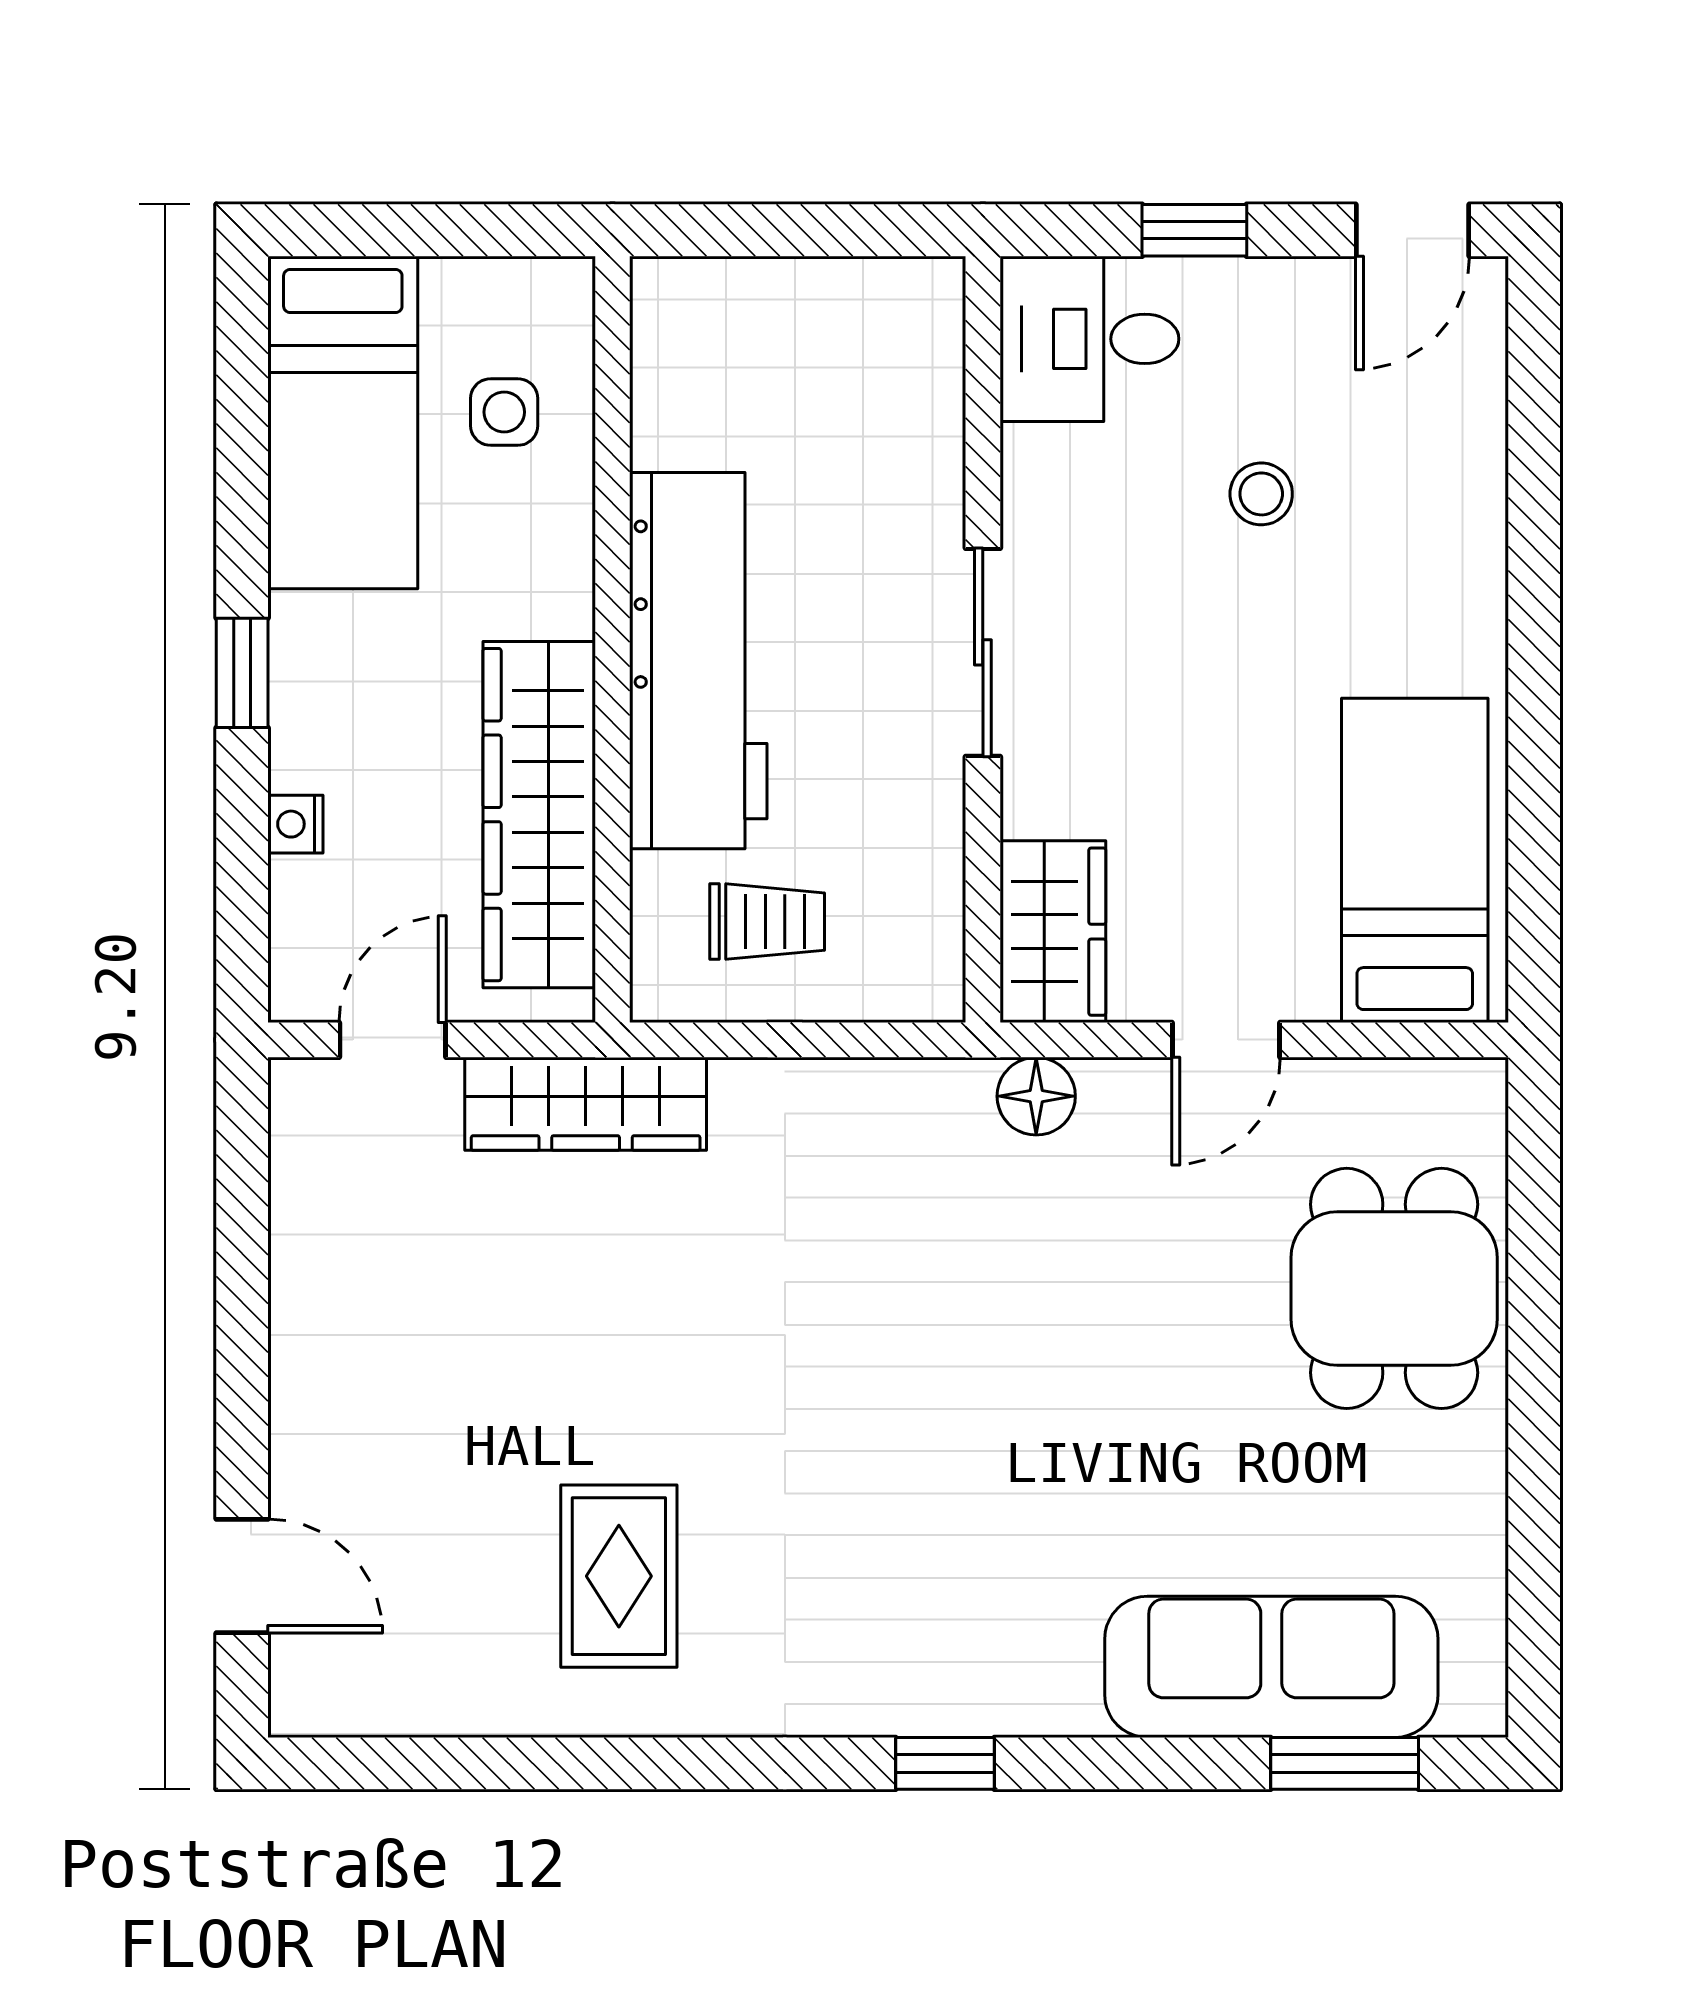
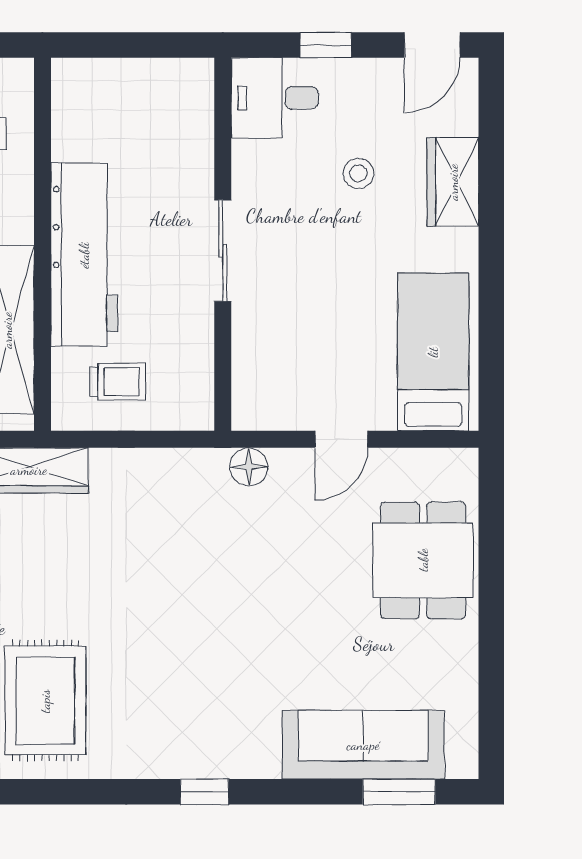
wardrobe: (1053, 932) -> (453, 182), moved, turned 180
rug: (619, 1576) -> (45, 701), width x1.36, depth x1.43

